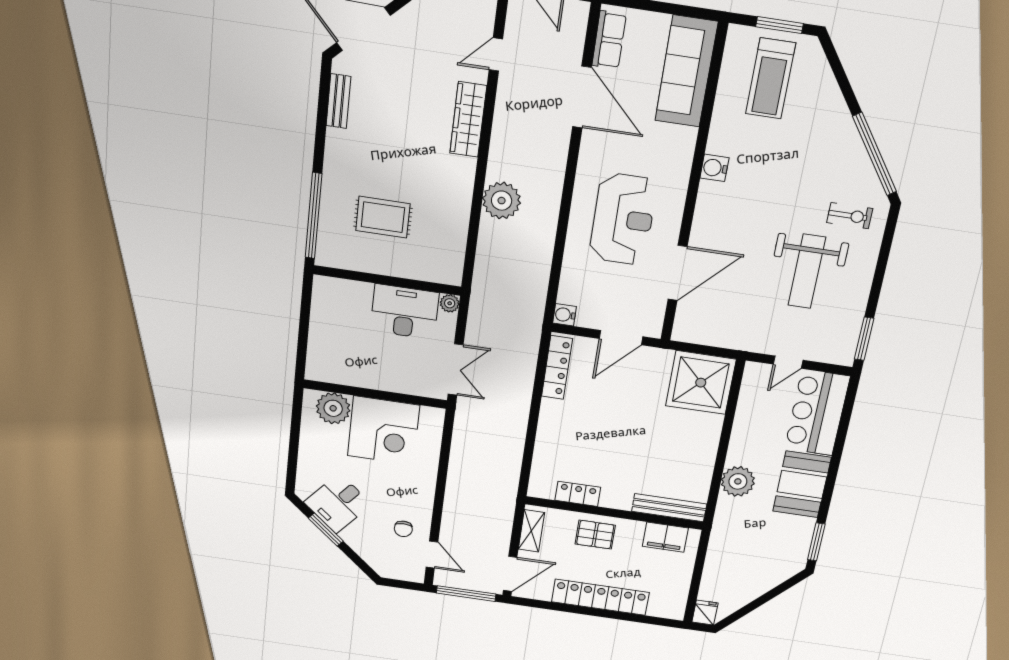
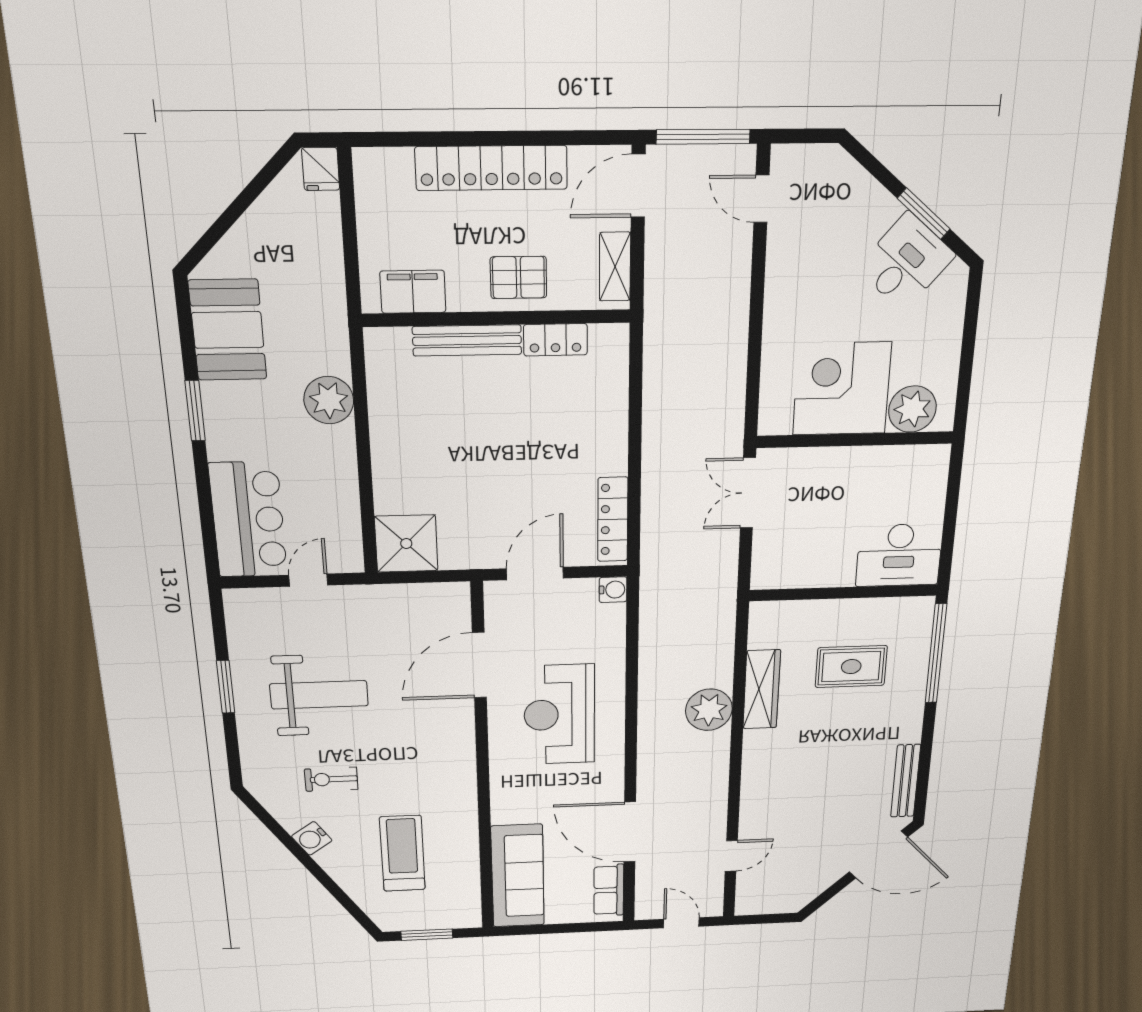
treadmill: (771, 78) -> (402, 853), moved
bench: (339, 101) -> (906, 781), width x1.36
wardrobe: (468, 120) -> (762, 689), moved
window: (875, 154) -> (281, 833), removed
water cooler: (714, 168) -> (312, 838), moved, turned 145
exercise bike: (850, 216) -> (331, 779), moved
weight bench: (807, 271) -> (319, 695), turned 90
plant: (450, 303) -> (762, 578), removed
desk: (405, 312) -> (899, 555), moved
window: (864, 339) -> (226, 687), moved
shower: (701, 383) -> (406, 544), width x0.73, depth x0.73
booth: (802, 484) -> (228, 330), moved
bench: (669, 508) -> (467, 340), moved
chair: (403, 529) -> (807, 236), removed
window: (816, 542) -> (195, 411), moved

